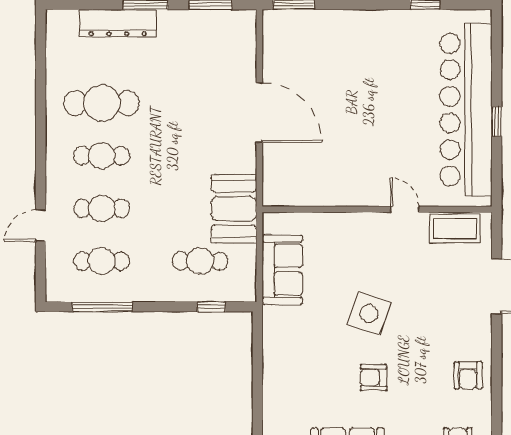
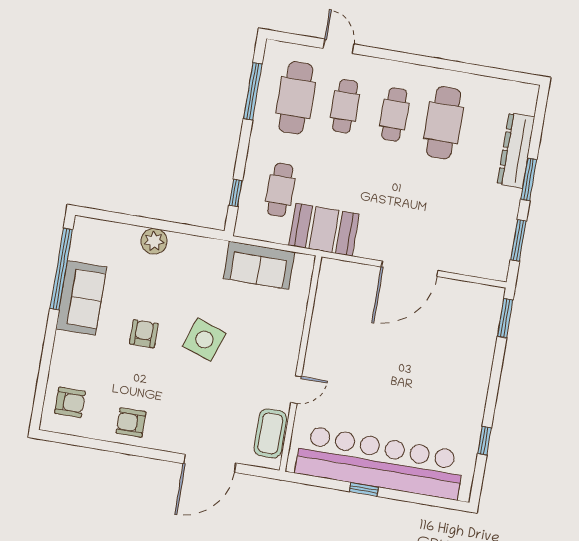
cafe table: (102, 261) -> (296, 98), width x1.37, depth x1.35
plant: (276, 383) -> (154, 241), added

